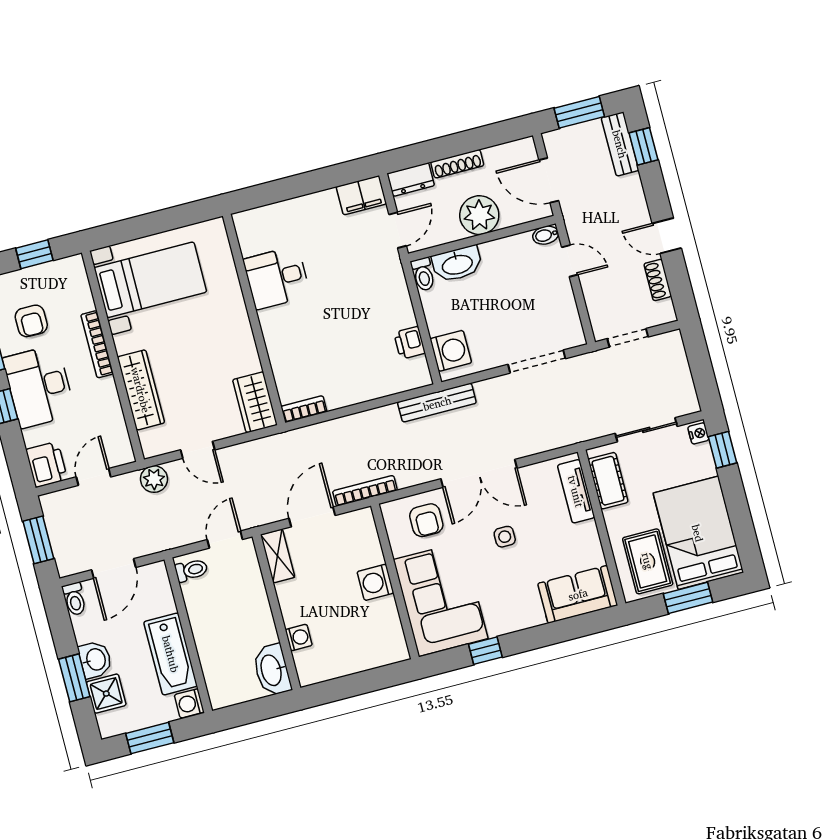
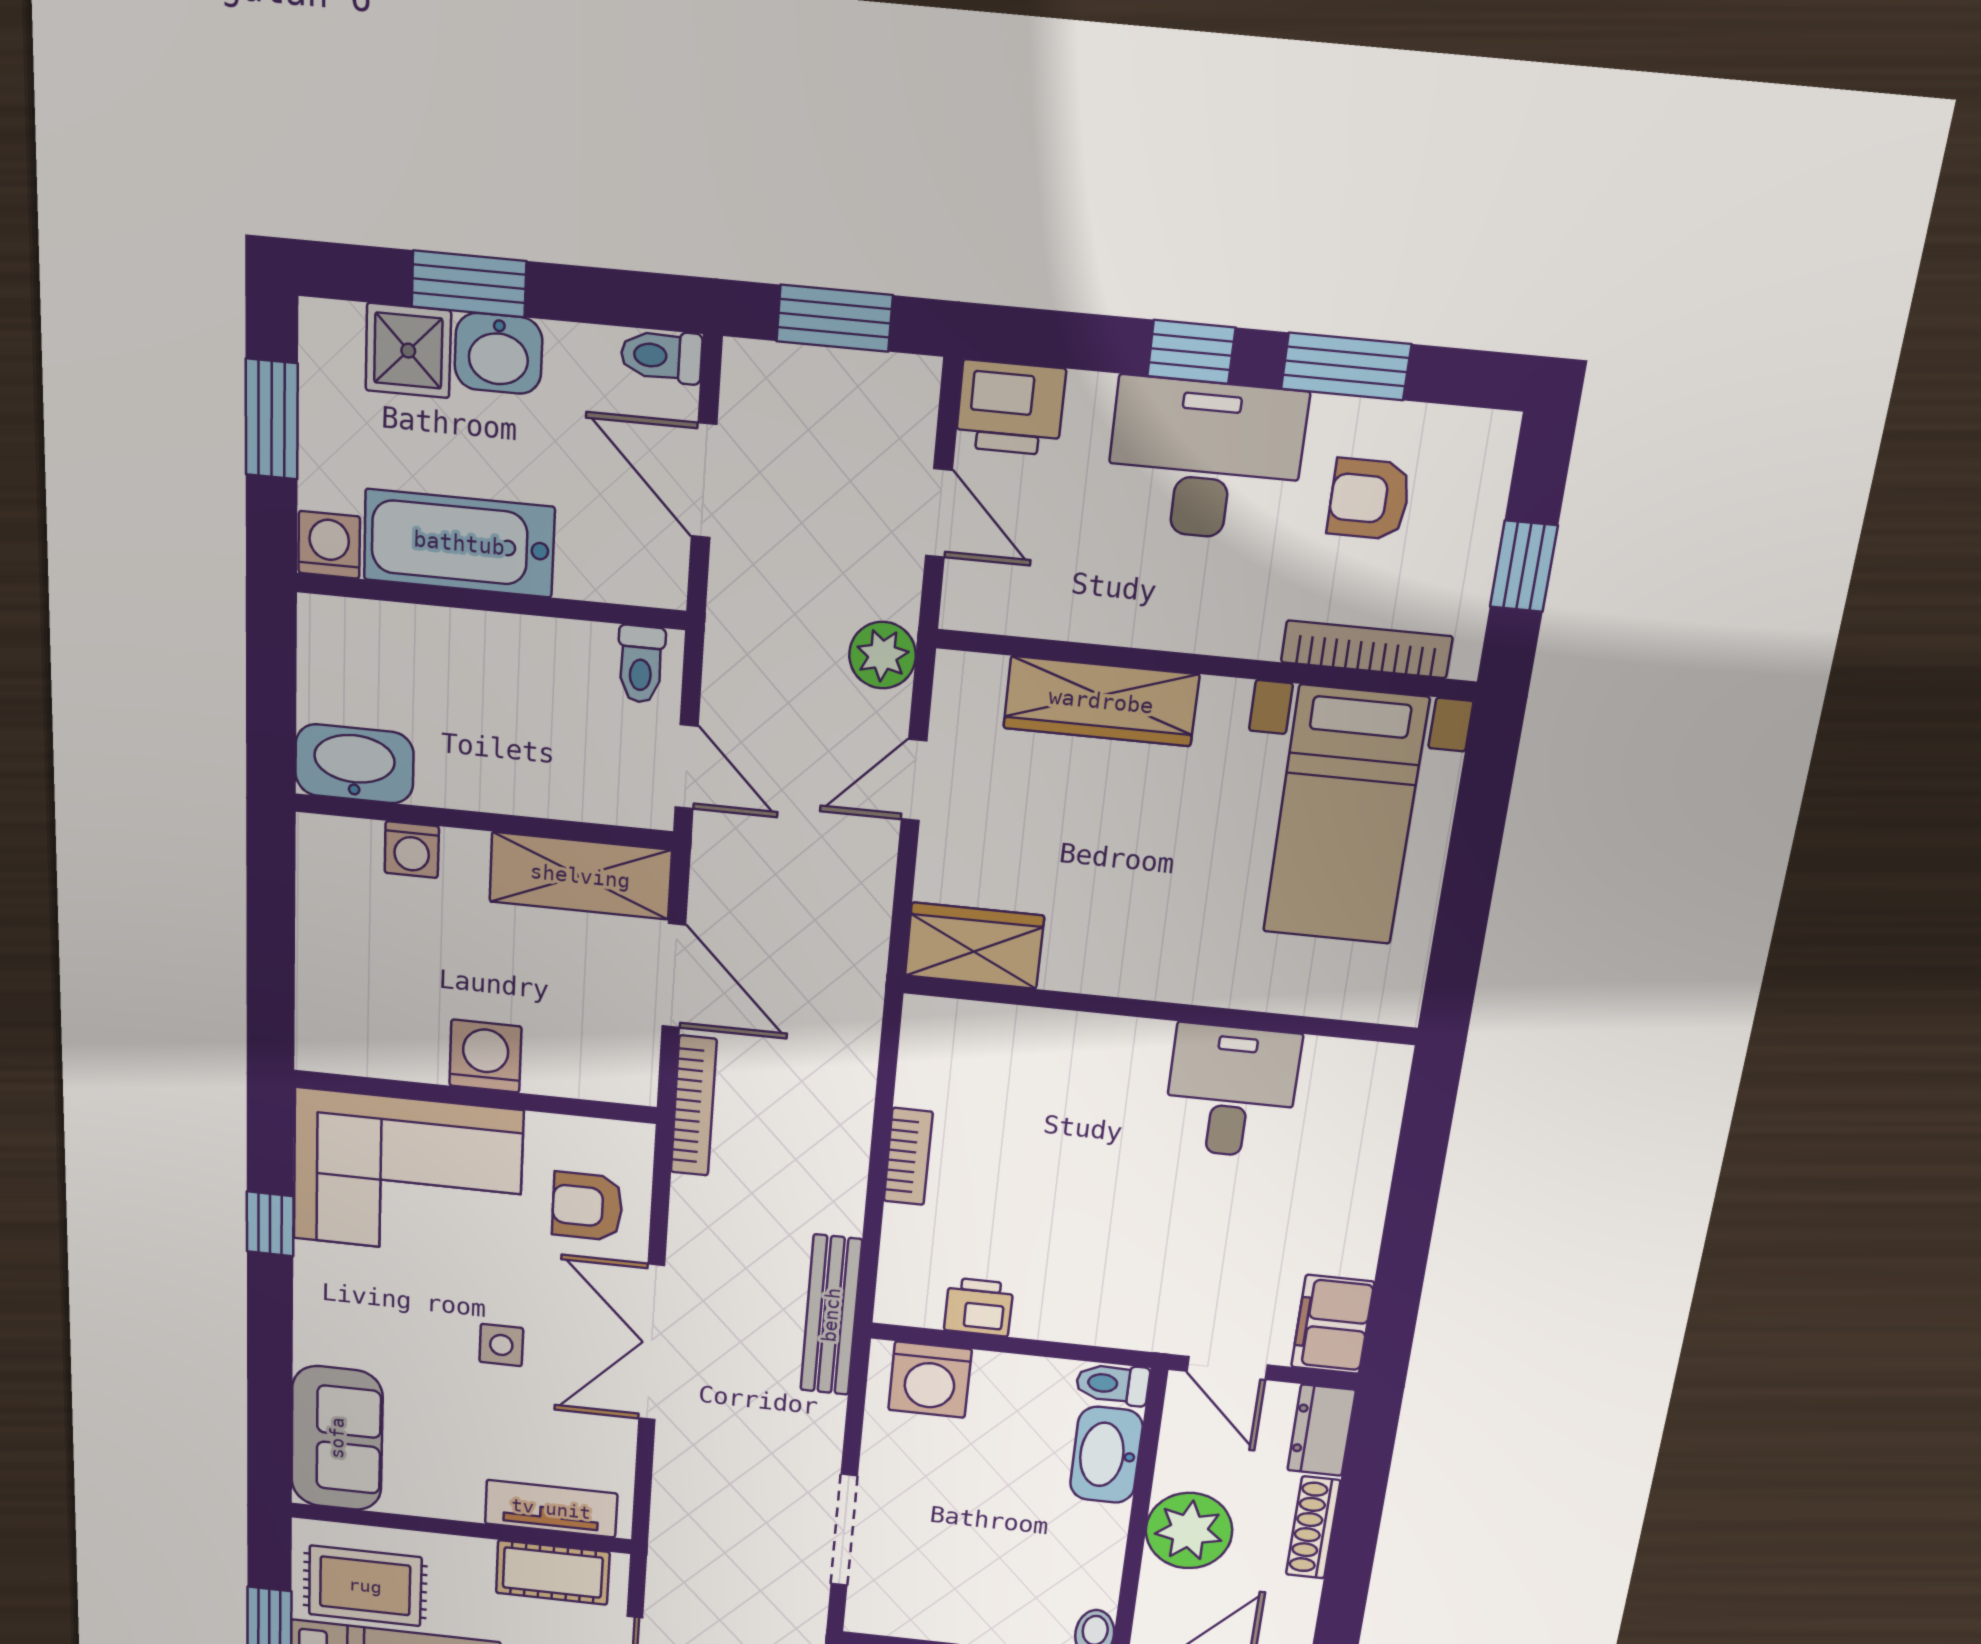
bookcase: (97, 344) -> (1367, 649), moved
bookcase: (304, 409) -> (908, 1157), moved
shelving: (278, 556) -> (580, 876), width x1.50, depth x1.33

